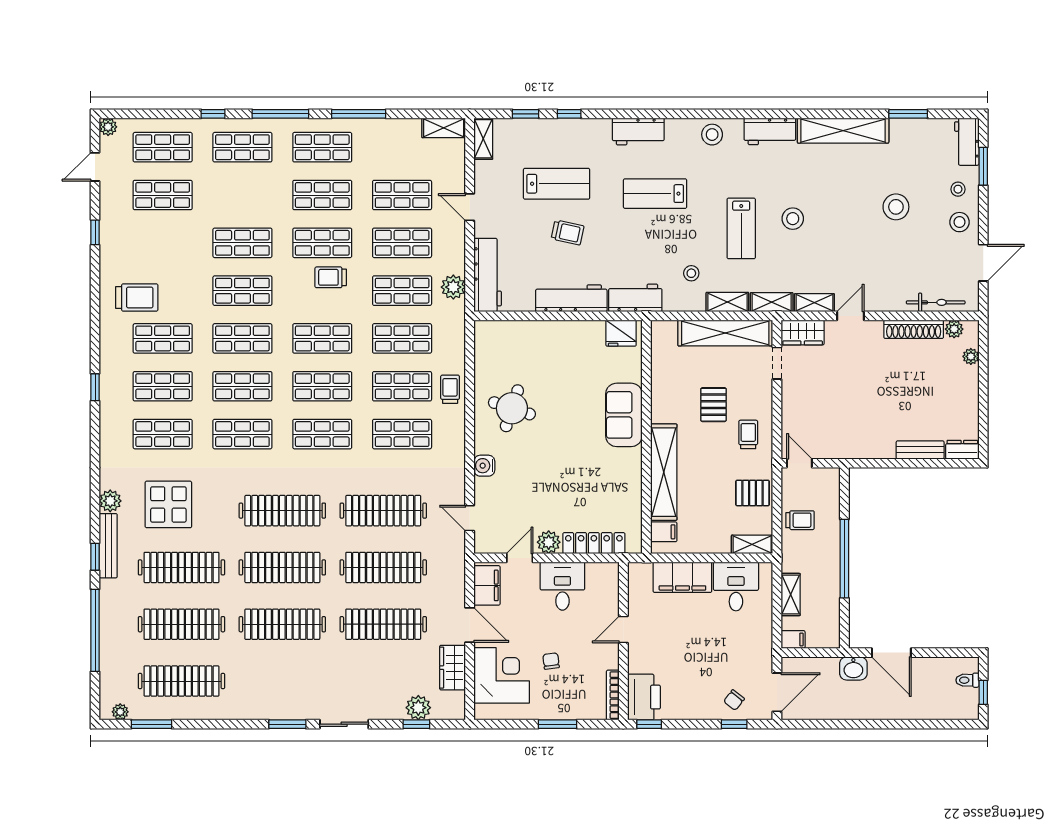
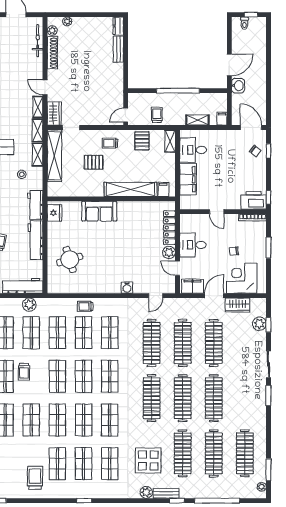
round table: (512, 408) -> (70, 260), moved, turned -35
bench: (108, 546) -> (166, 493), width x0.73

